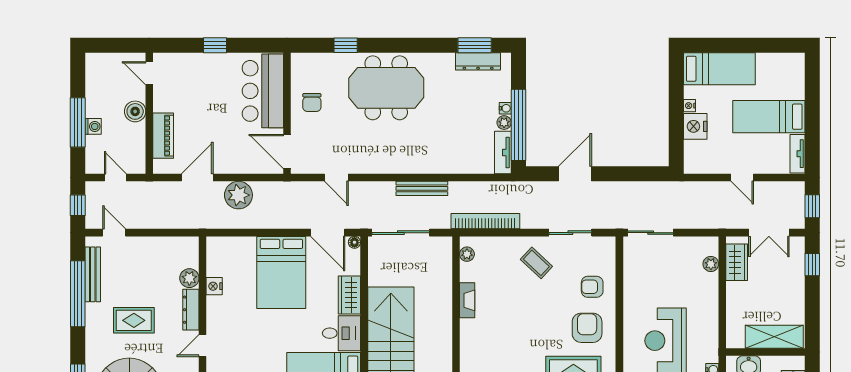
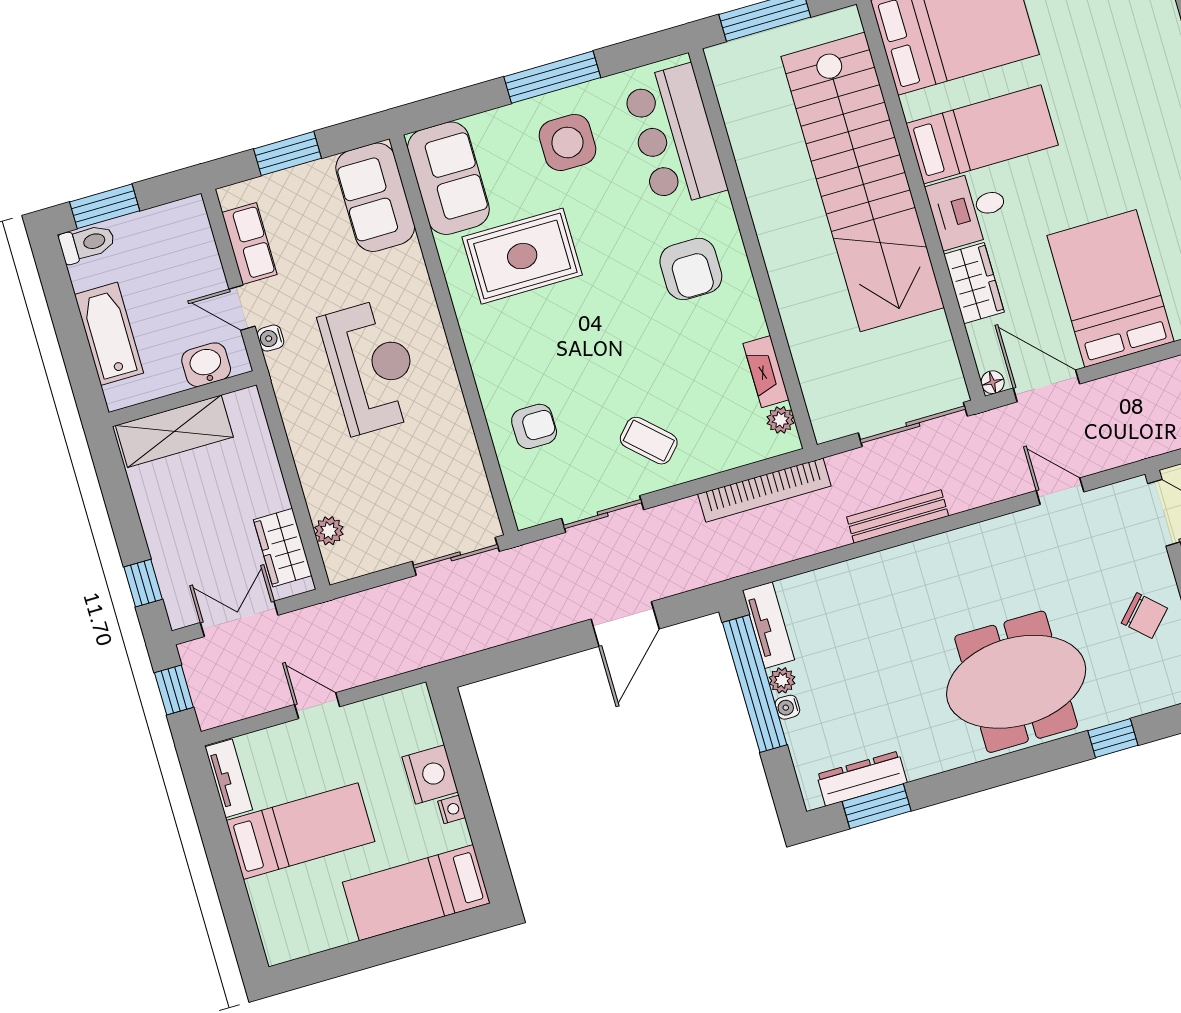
chair: (312, 102) -> (1144, 616), turned 133
fireplace: (467, 300) -> (766, 372), moved
armchair: (587, 328) -> (691, 269), moved

